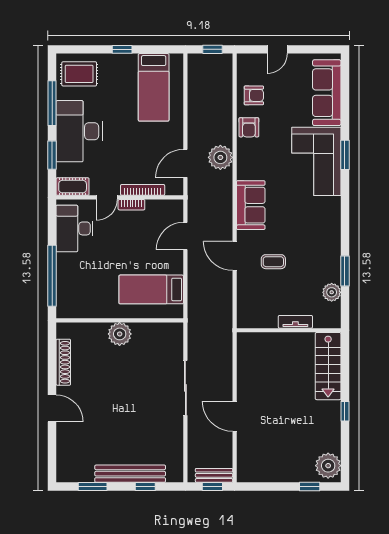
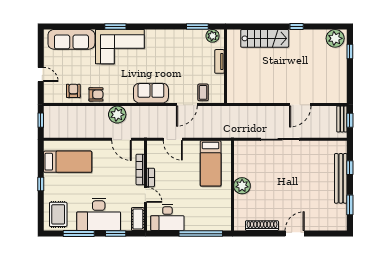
coffee table: (273, 262) -> (203, 92), moved
tv unit: (295, 322) -> (220, 61), moved
wall: (289, 330) -> (225, 66), moved

